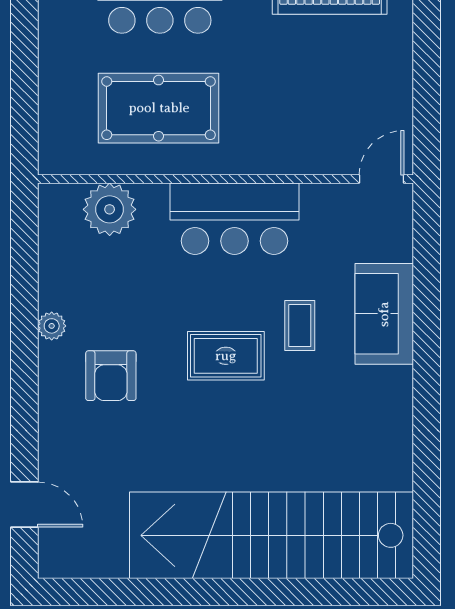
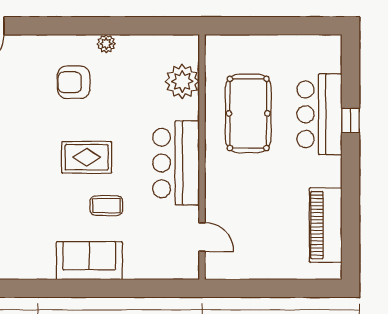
door: (382, 179) -> (202, 237), moved
sofa: (384, 314) -> (89, 261), moved
rug: (226, 356) -> (87, 157), turned 90

